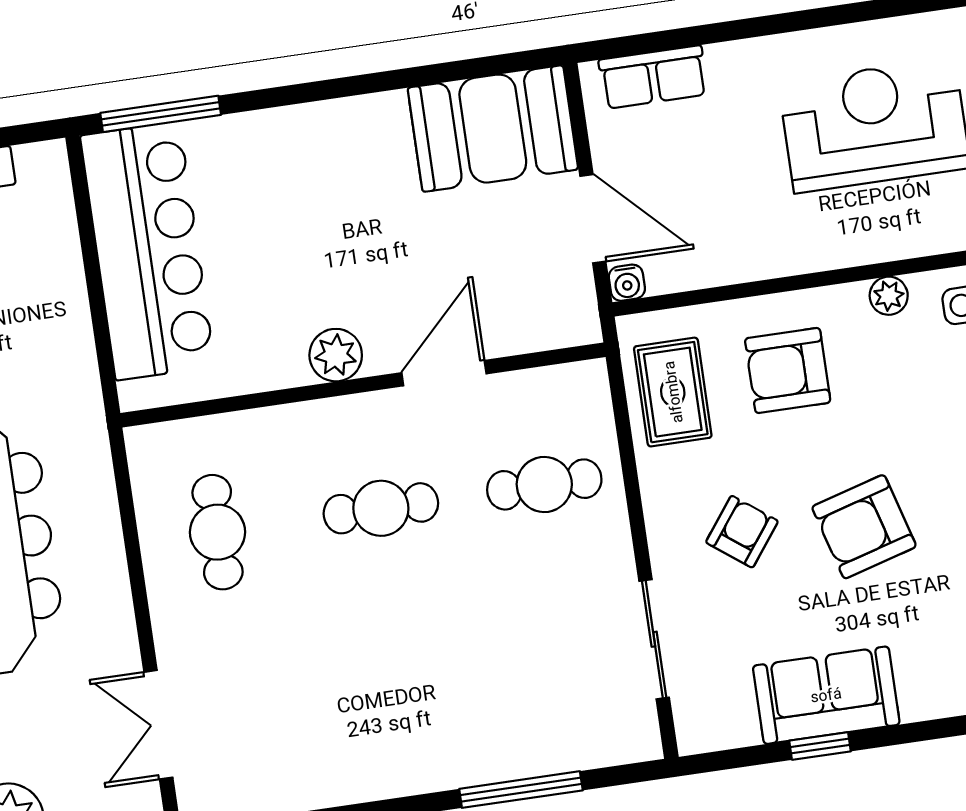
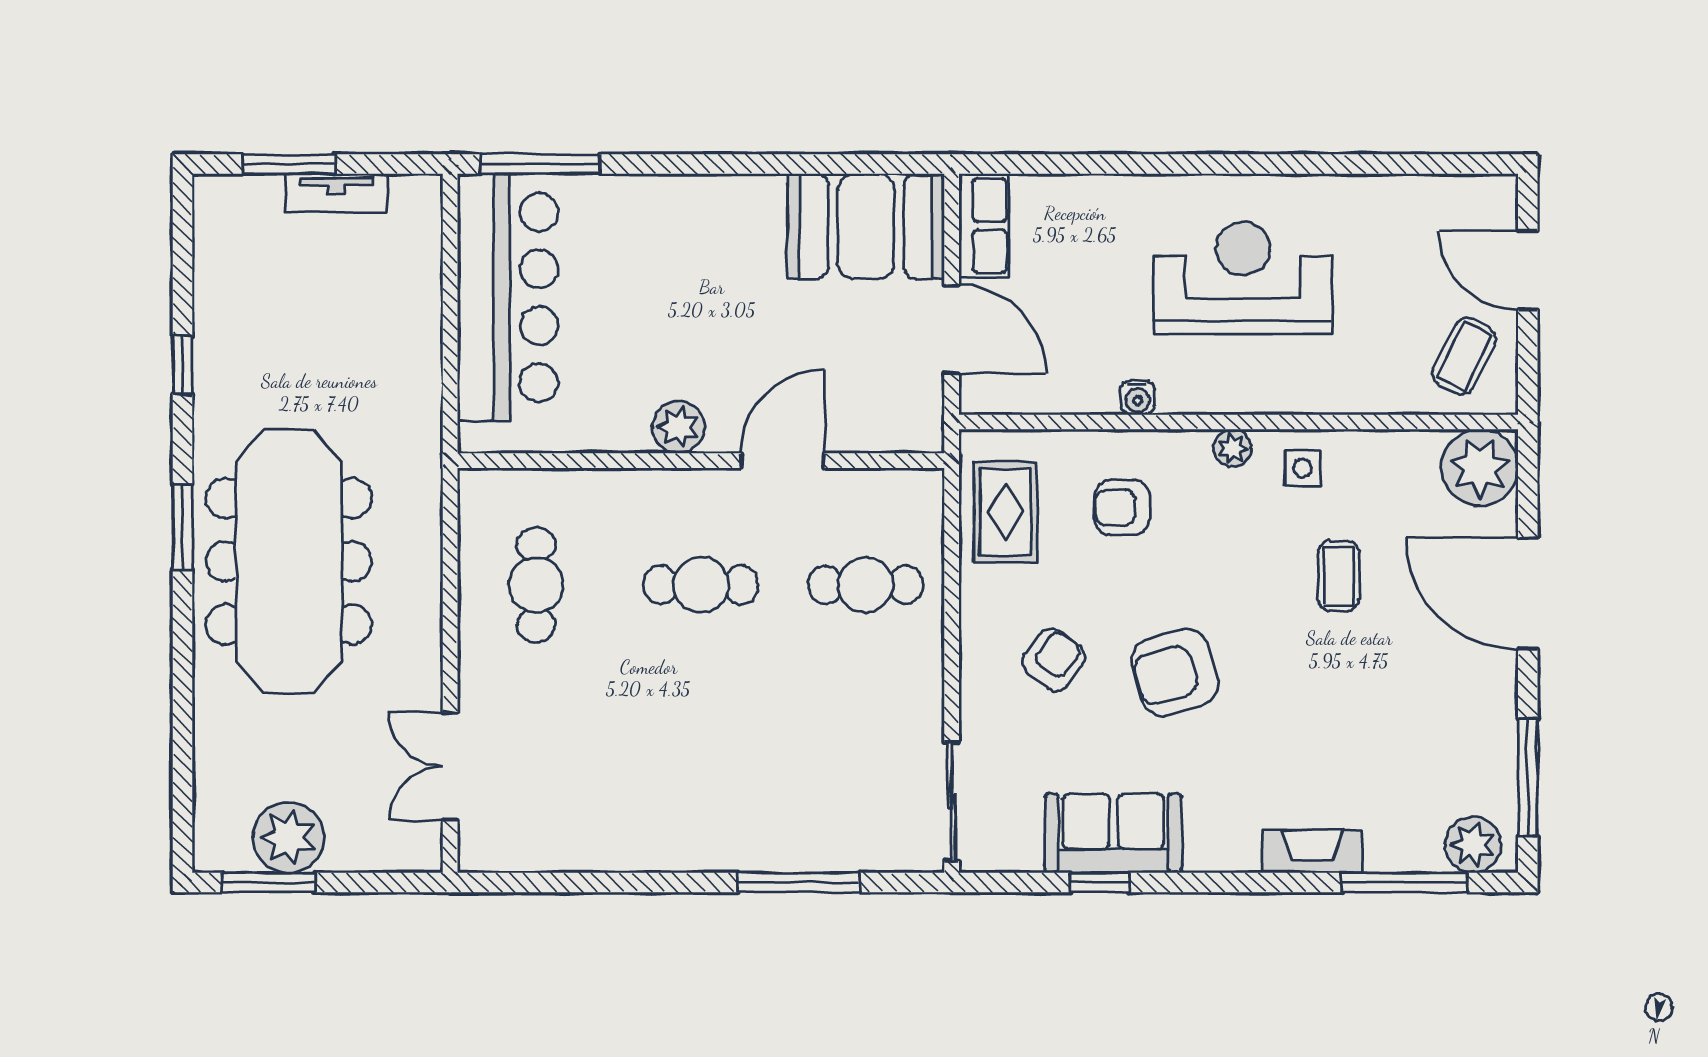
row of seats: (653, 77) -> (984, 226), moved, turned -90
water cooler: (627, 283) -> (1138, 398), moved
armchair: (788, 370) -> (1122, 507), width x0.72, depth x0.72
sliding door: (654, 639) -> (952, 802), moved

